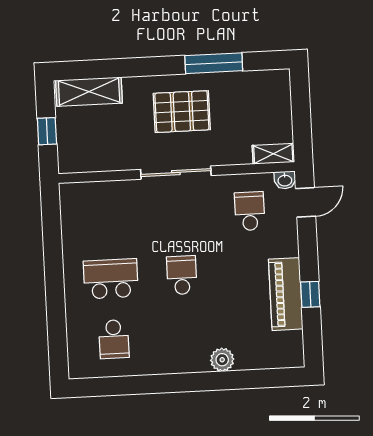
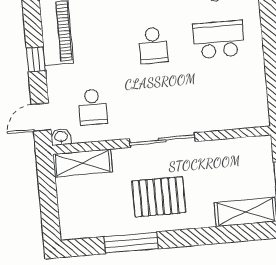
shelving: (273, 154) -> (83, 163), width x1.50, depth x1.33
school desk: (111, 279) -> (219, 39), turned 180
window: (310, 294) -> (36, 59), moved

